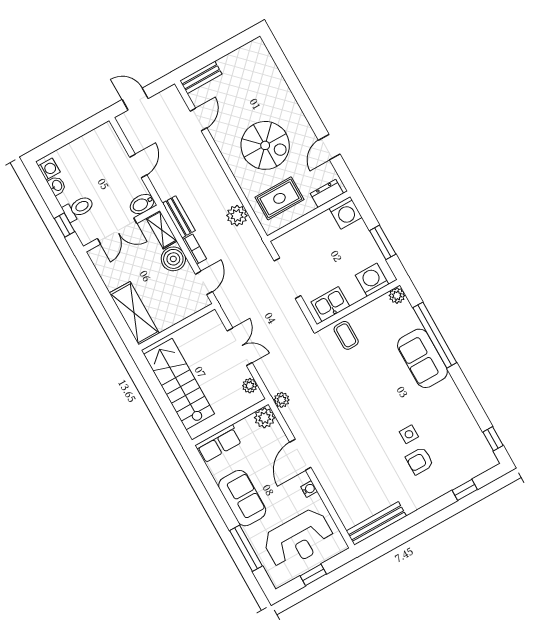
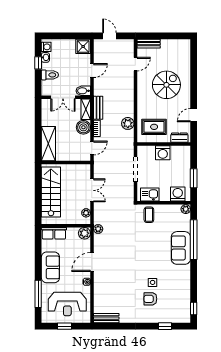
shower: (104, 137) -> (83, 46), added
spiral stairs: (265, 145) -> (166, 85), moved, turned -90
washing machine: (346, 213) -> (163, 153), moved
window: (65, 225) -> (38, 63), moved
bench: (376, 523) -> (106, 318), width x0.73

